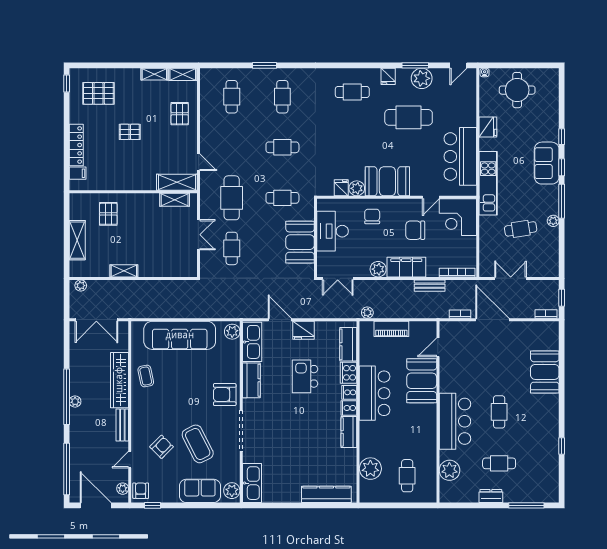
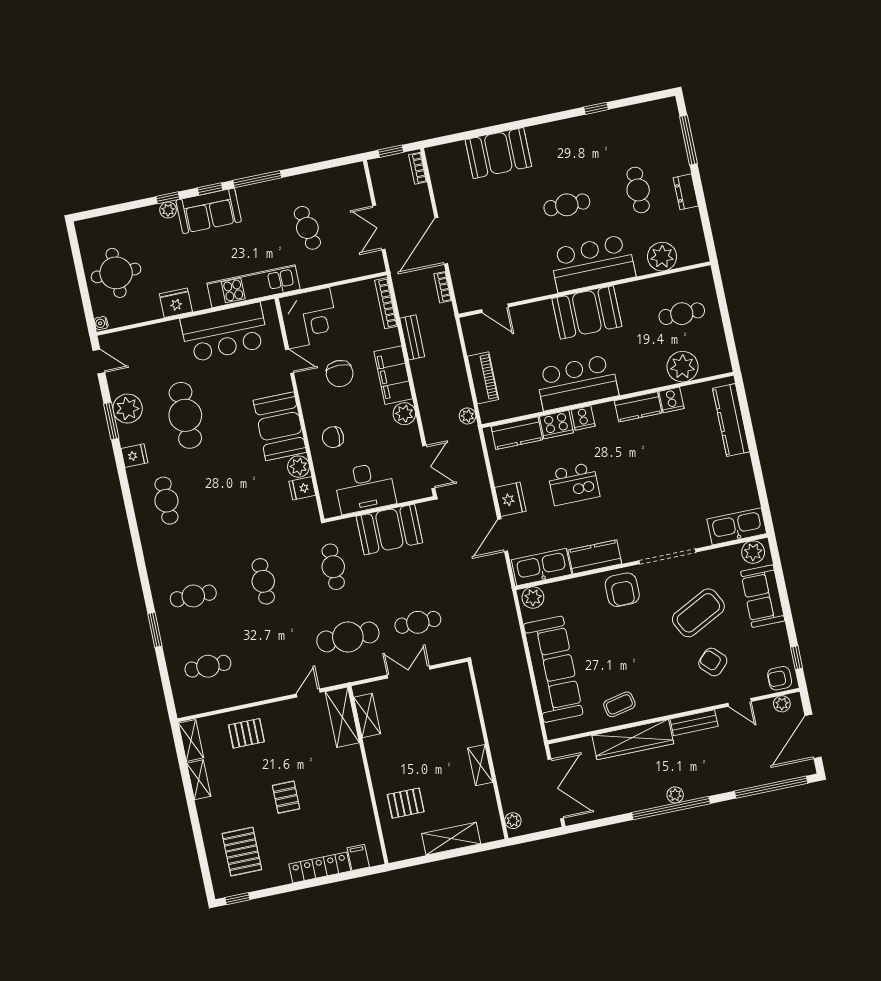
plant: (553, 221) -> (168, 210), moved
booth: (422, 381) -> (587, 313), moved
cooker: (349, 408) -> (671, 400), moved

